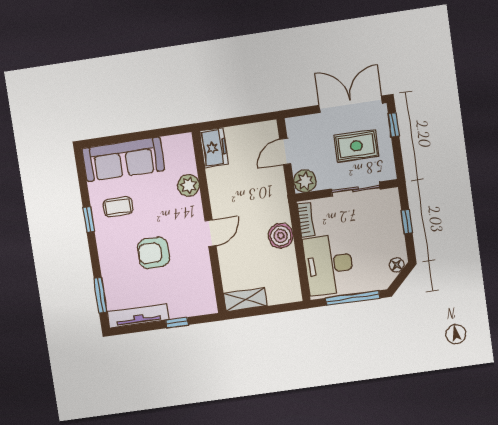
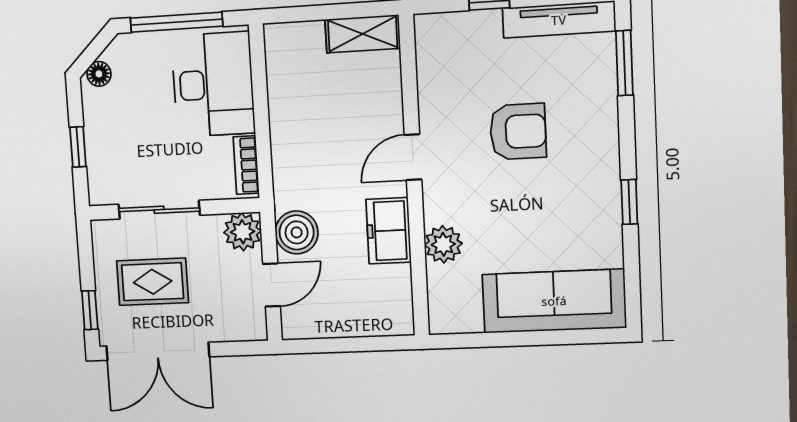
freezer: (214, 148) -> (389, 231), moved
coffee table: (118, 207) -> (573, 219), removed
boiler: (281, 236) -> (297, 232), moved

